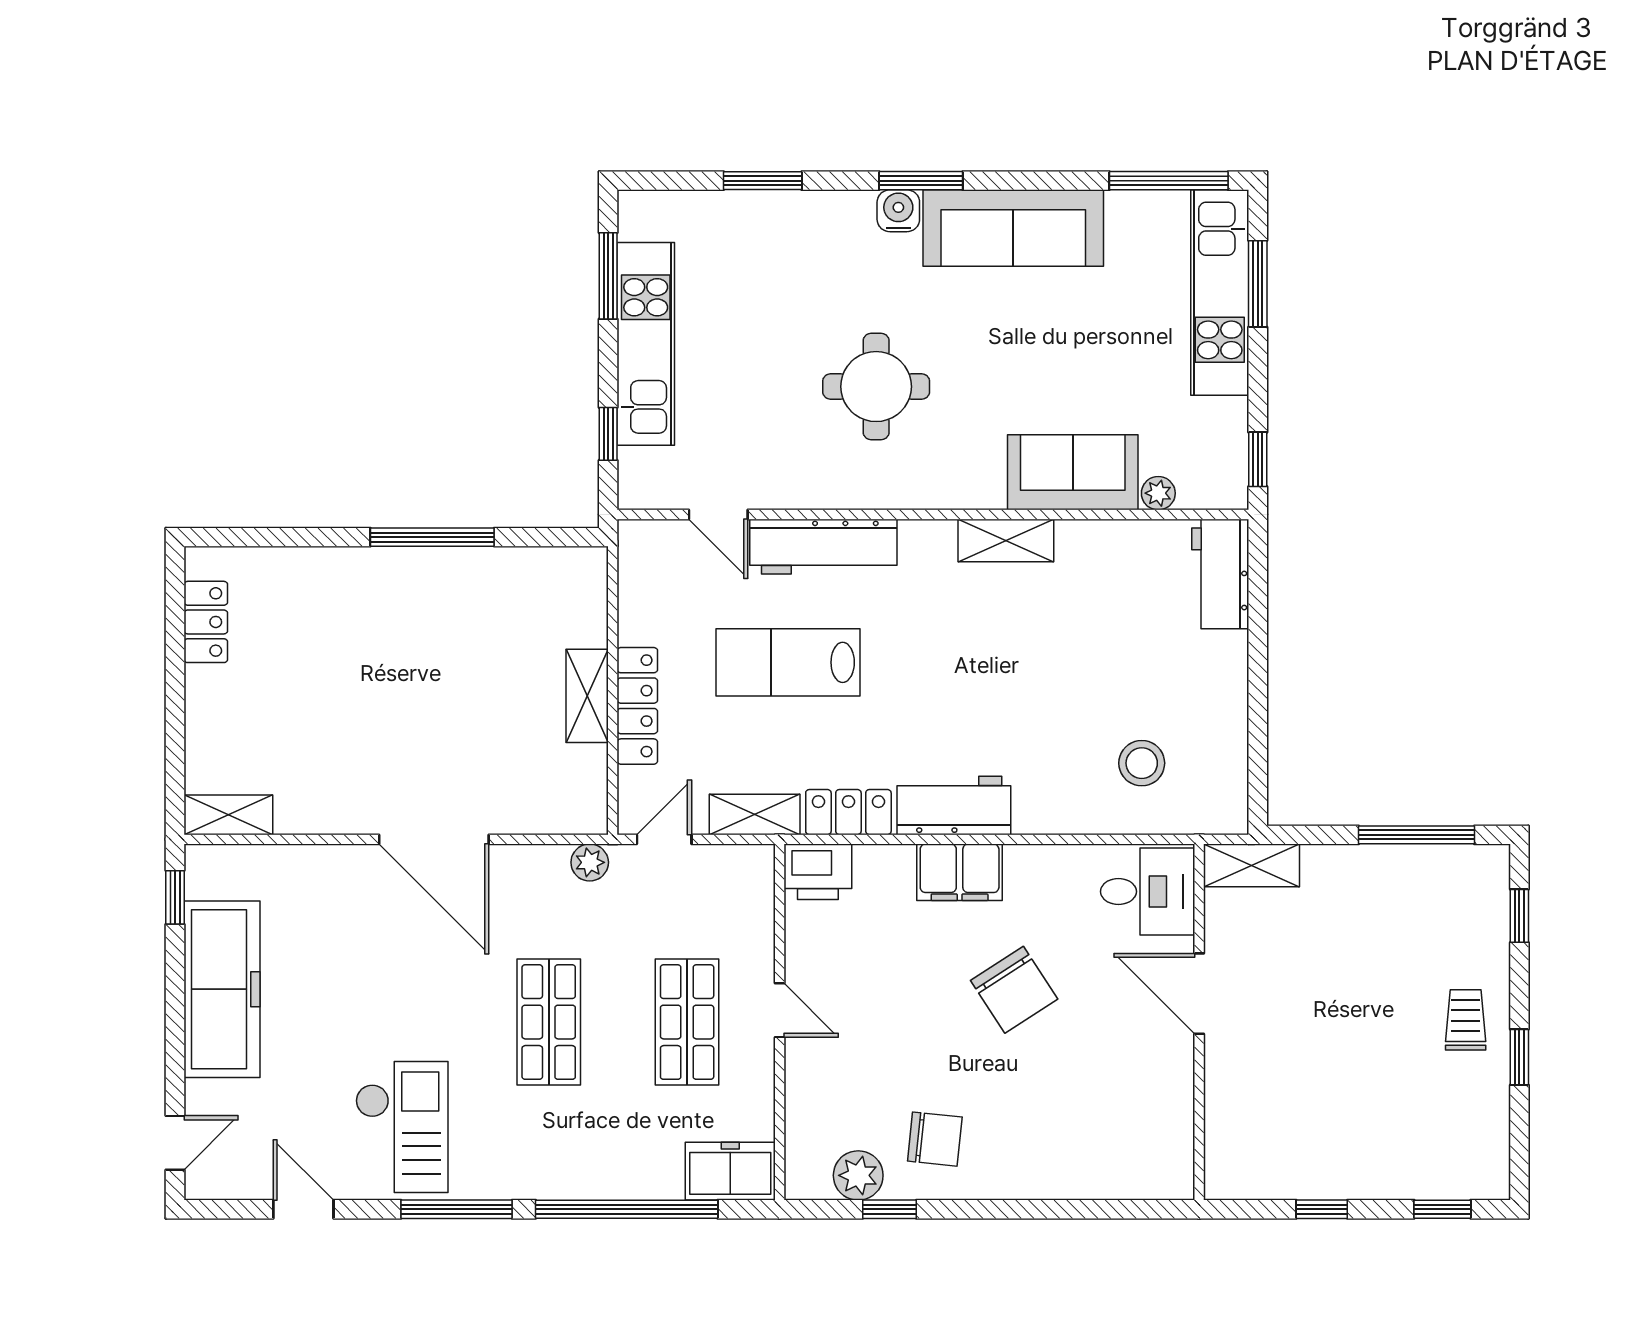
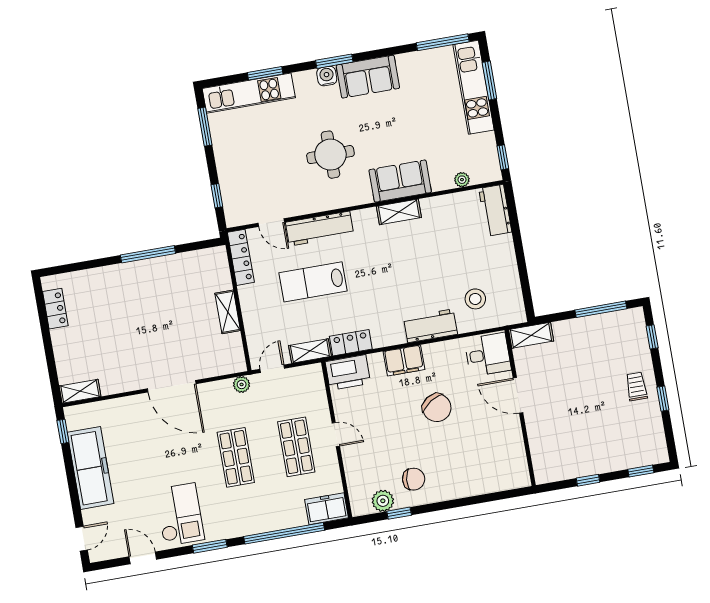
sofa: (1013, 228) -> (368, 77), width x0.73
kitchen unit: (646, 344) -> (249, 93), moved, turned 90
sofa: (1073, 472) -> (400, 181), moved
locker: (637, 706) -> (241, 257), moved
workbench: (954, 805) -> (430, 326), moved
printer: (818, 872) -> (348, 373), width x1.37, depth x1.19
window: (456, 1209) -> (210, 546), width x0.69

